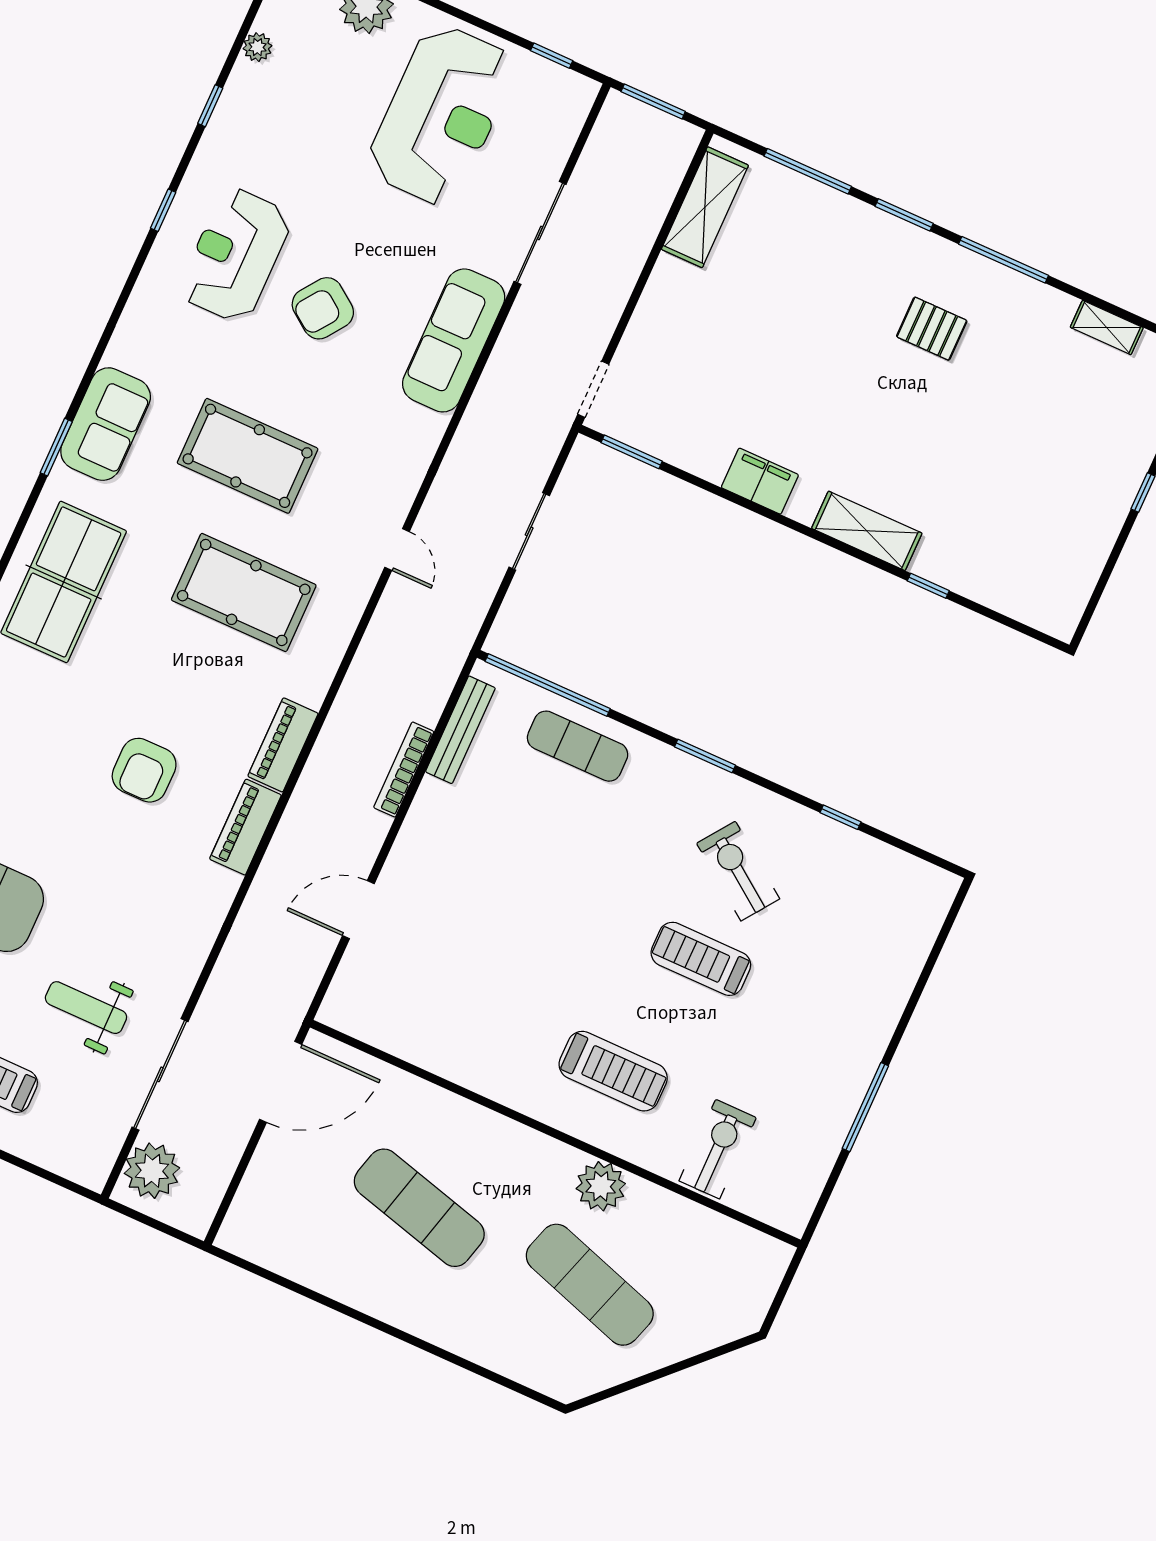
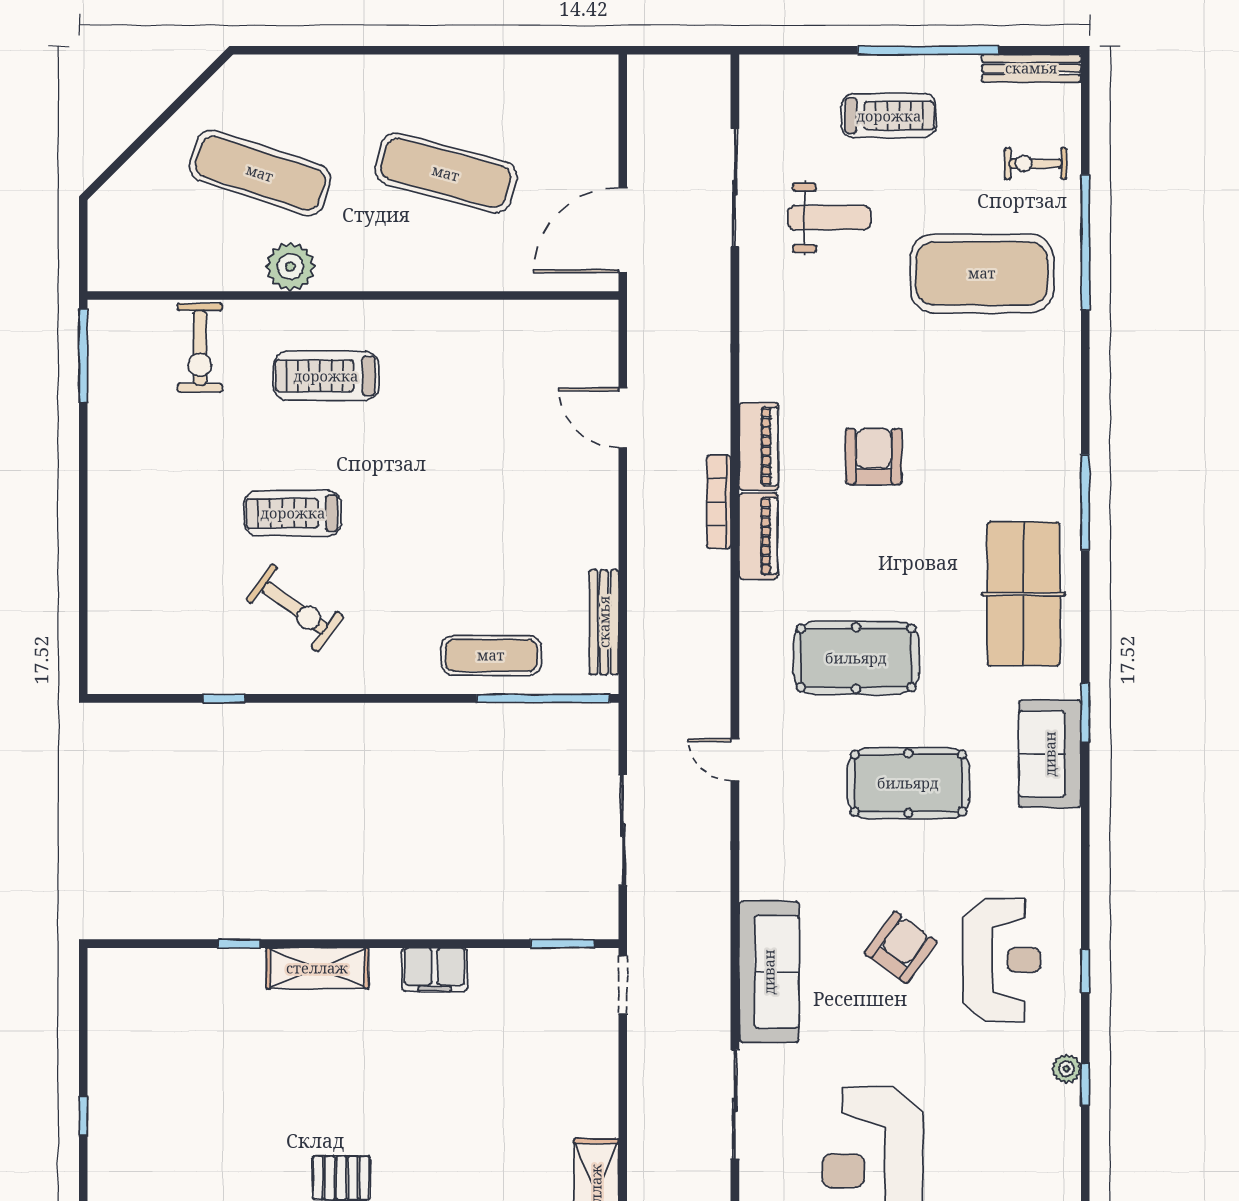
plant: (257, 47) -> (1067, 1069), moved
sliding door: (529, 531) -> (623, 830), width x1.37
window: (705, 756) -> (372, 698), removed
bookcase: (404, 769) -> (719, 502), moved, turned 180
door: (358, 910) -> (623, 418), swing flipped
treadmill: (701, 959) -> (293, 513), turned 180
window: (865, 1107) -> (83, 356), moved
plant: (152, 1171) -> (703, 97), removed

